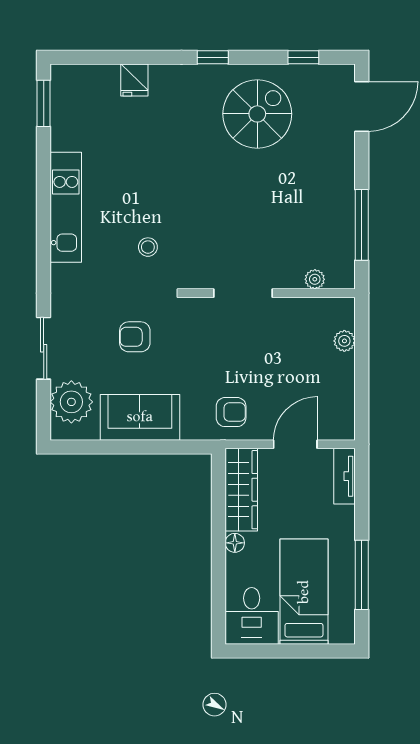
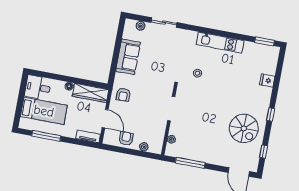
armchair: (135, 337) -> (126, 139), moved
plant: (71, 402) -> (140, 26), width x0.53, depth x0.53

